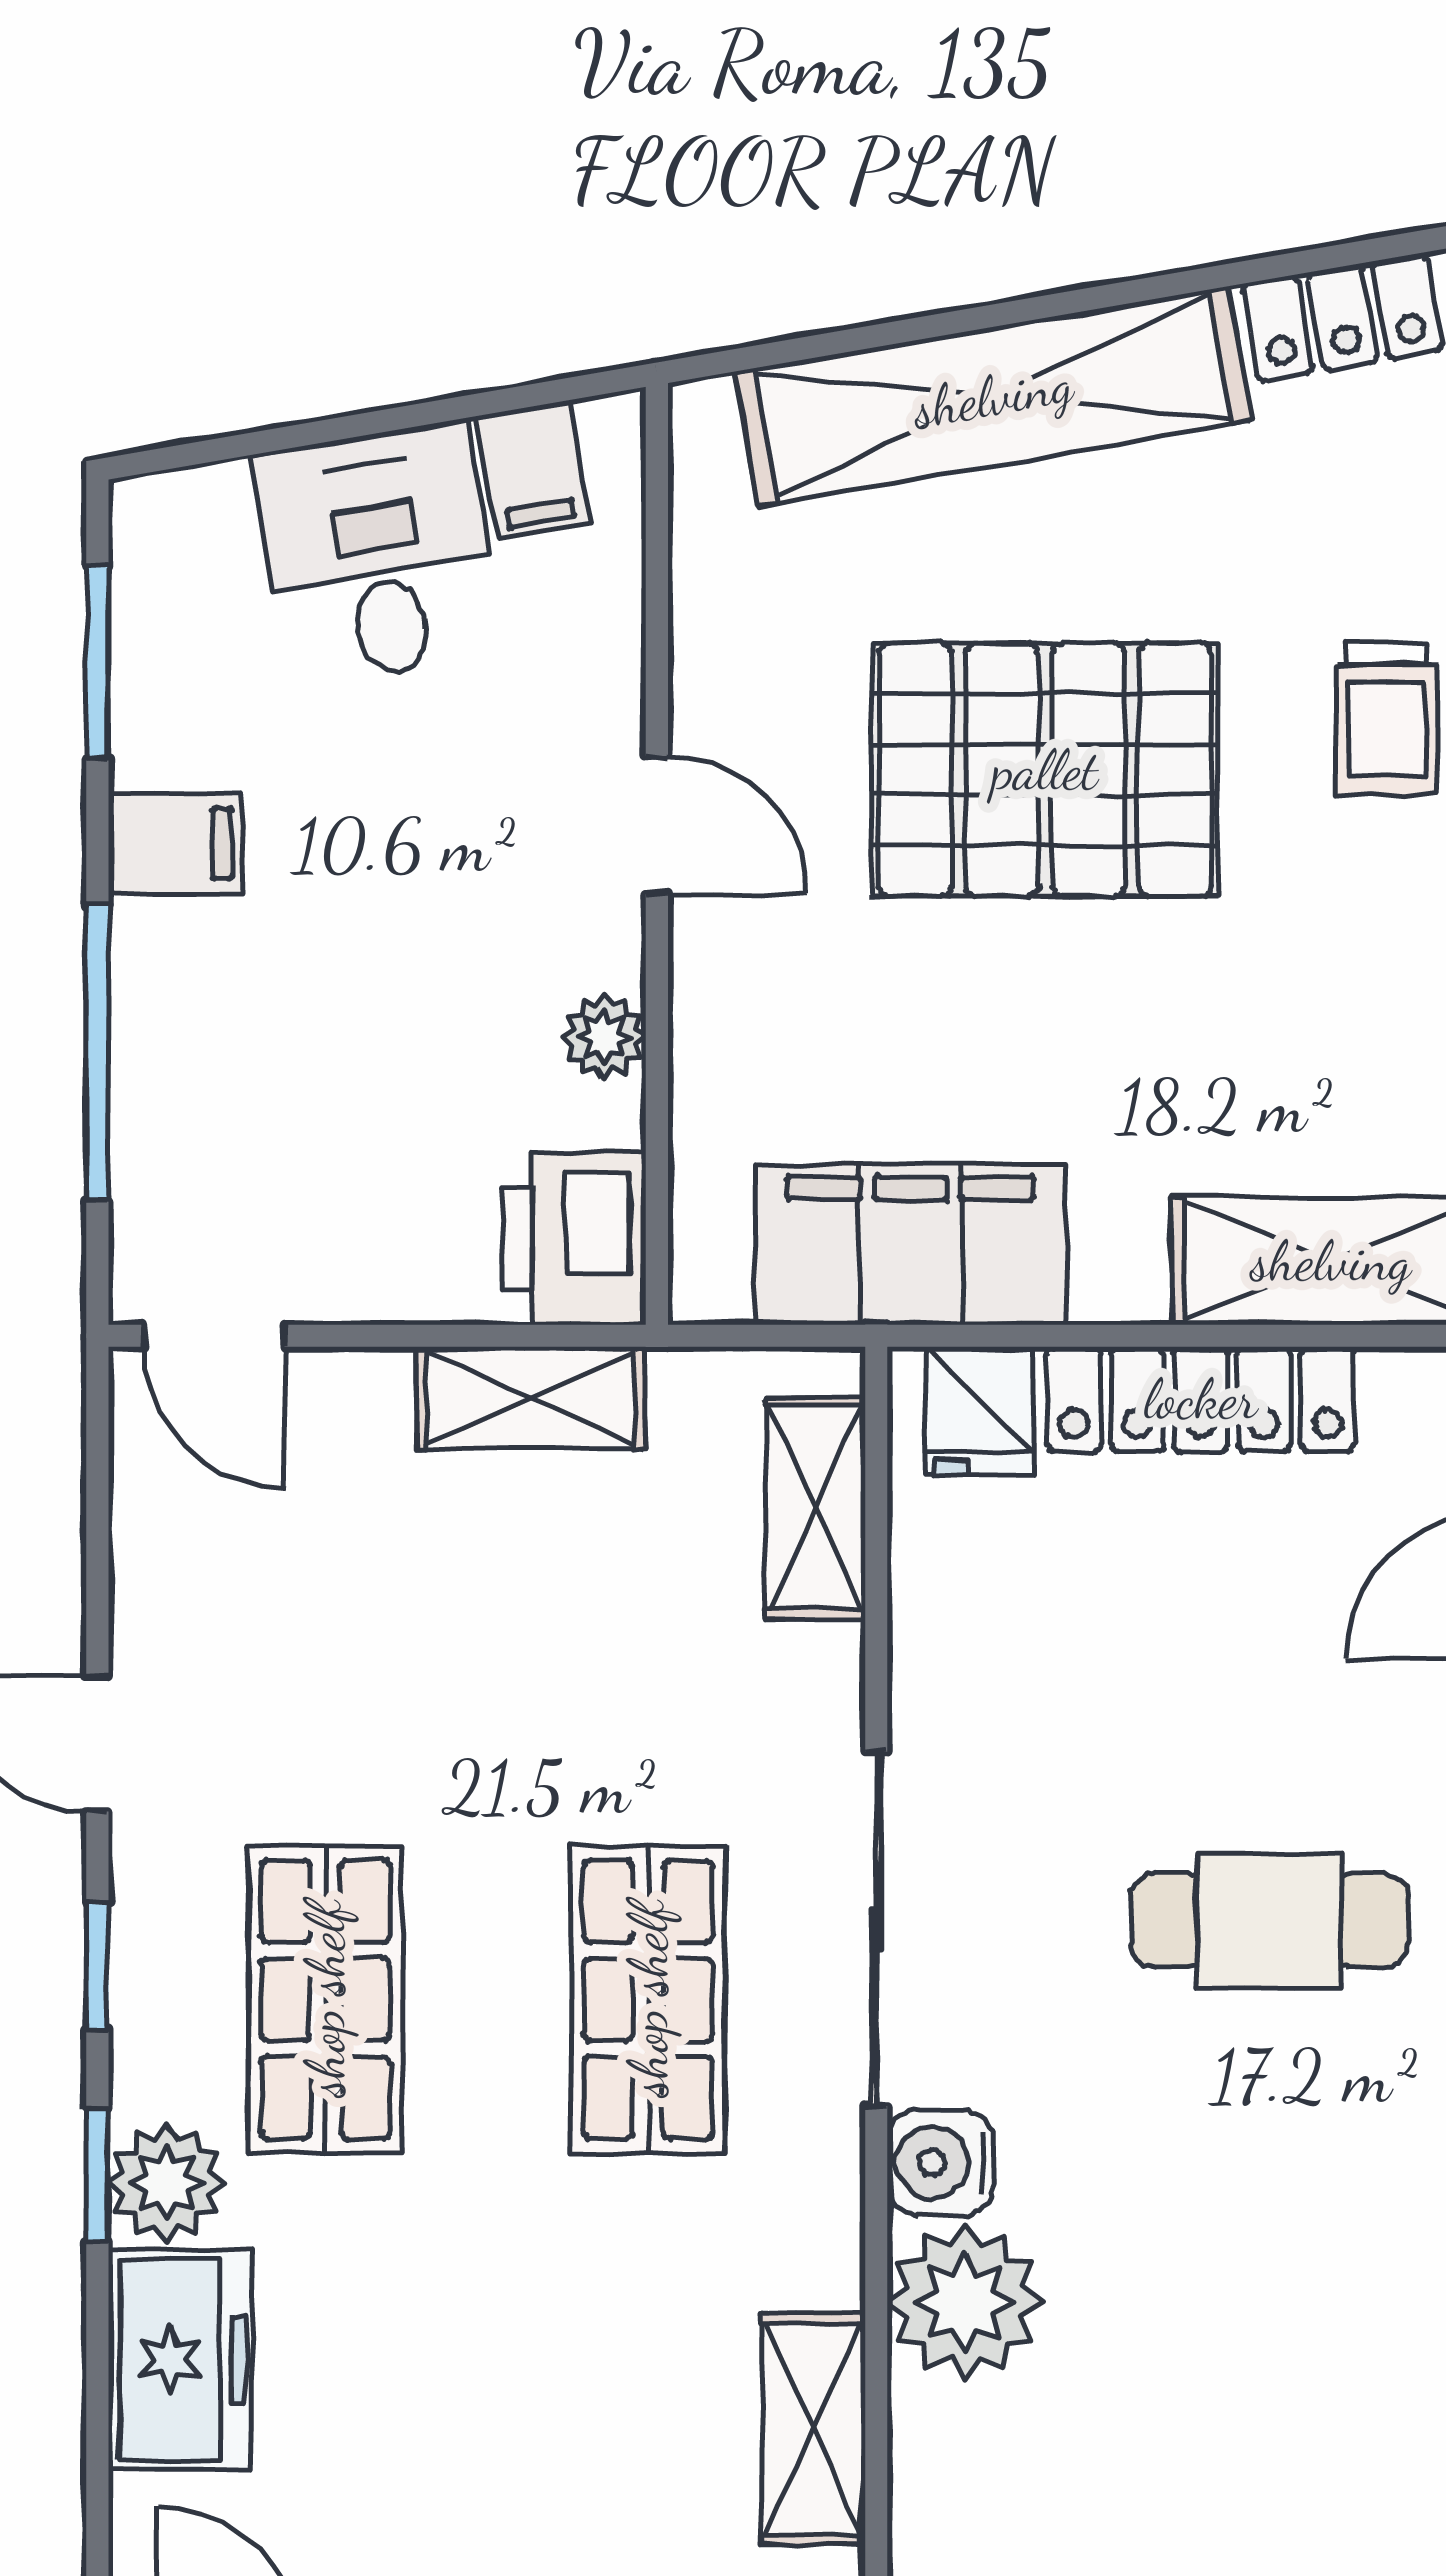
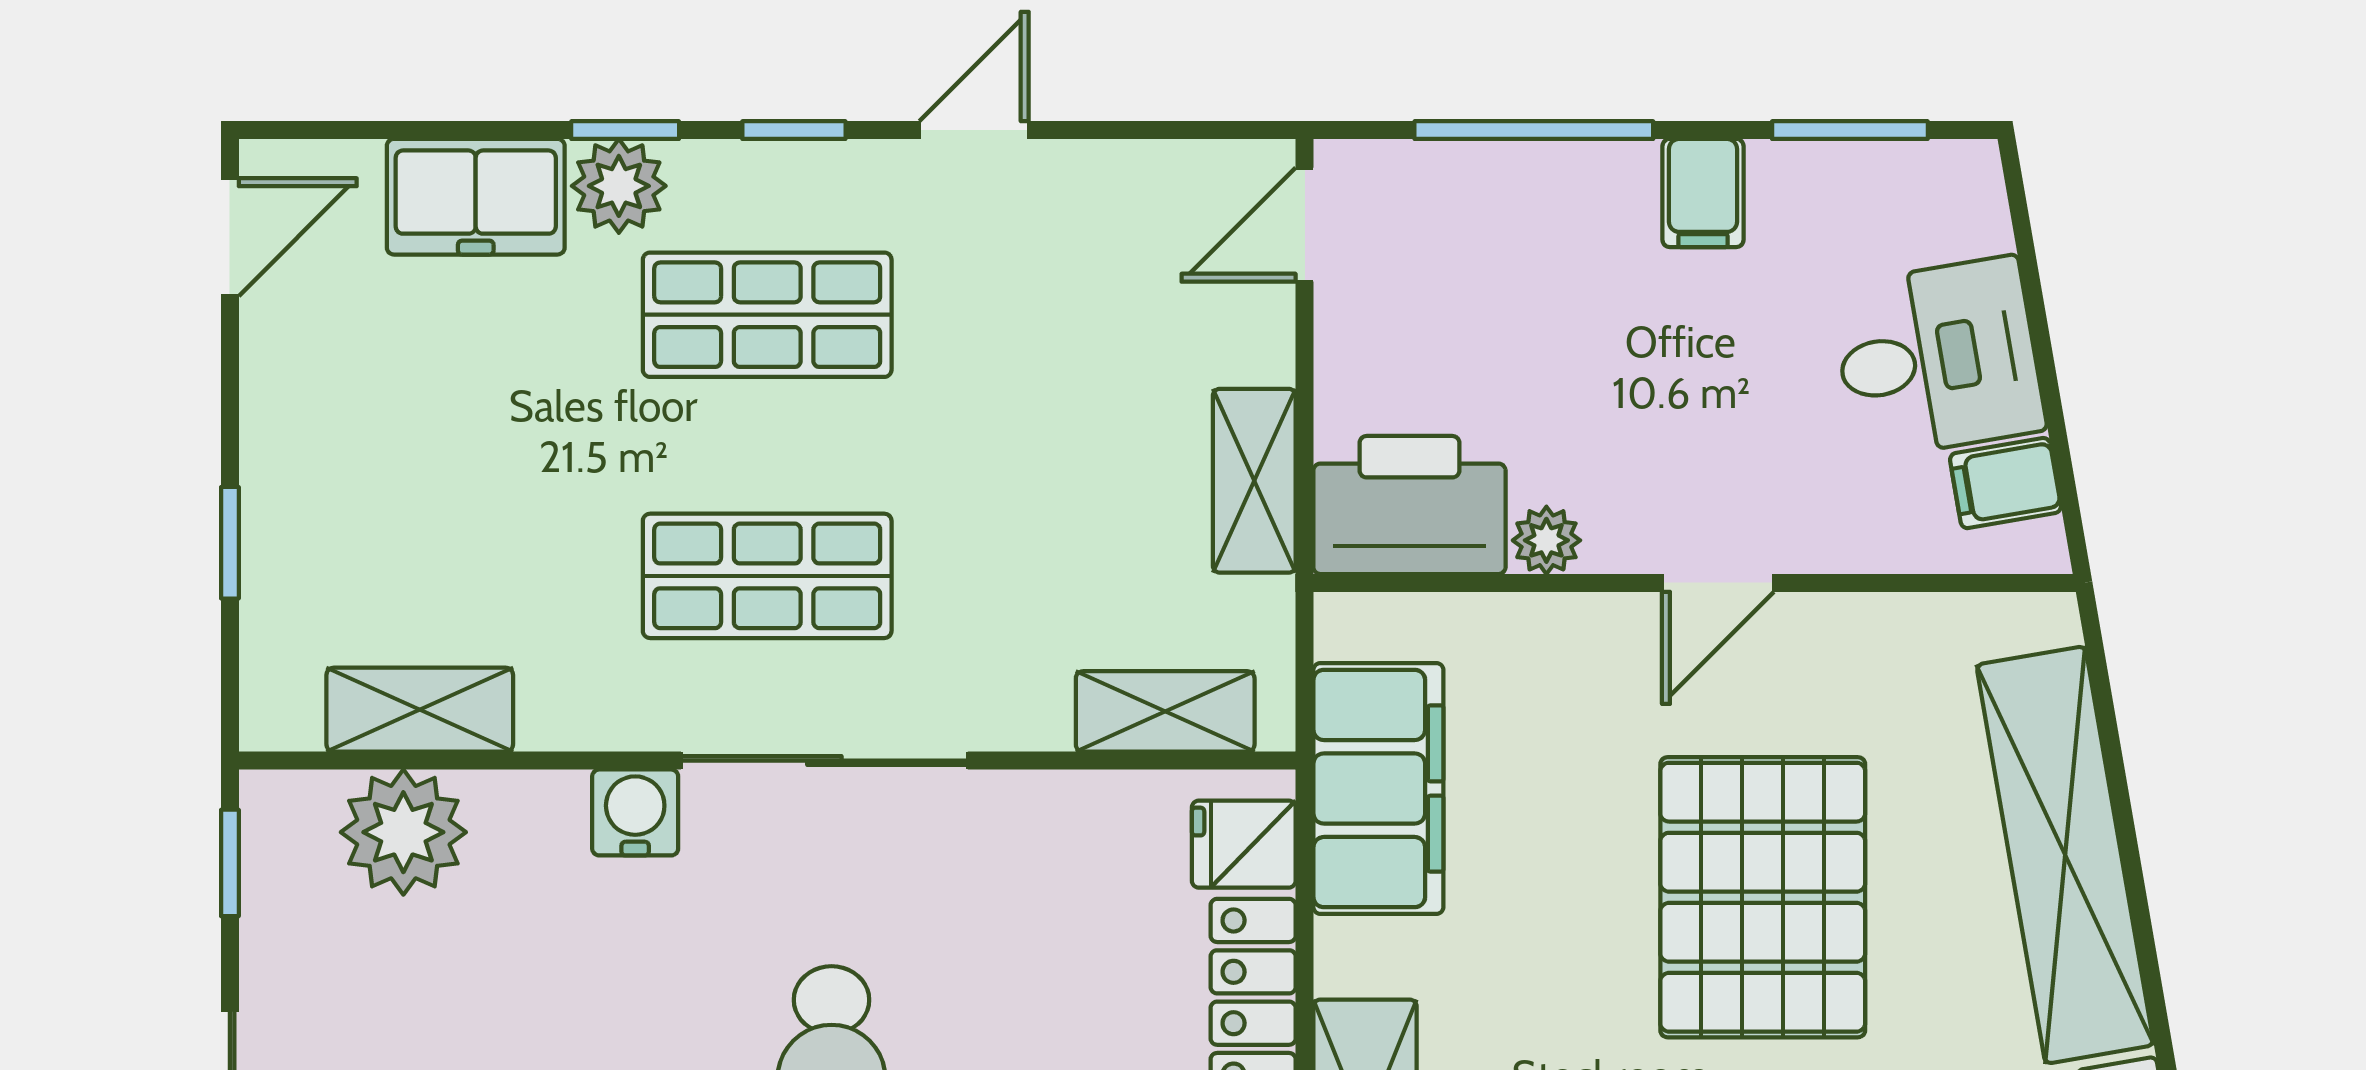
printer: (574, 1238) -> (1409, 505), width x1.37, depth x1.19
plant: (965, 2302) -> (403, 832), moved

